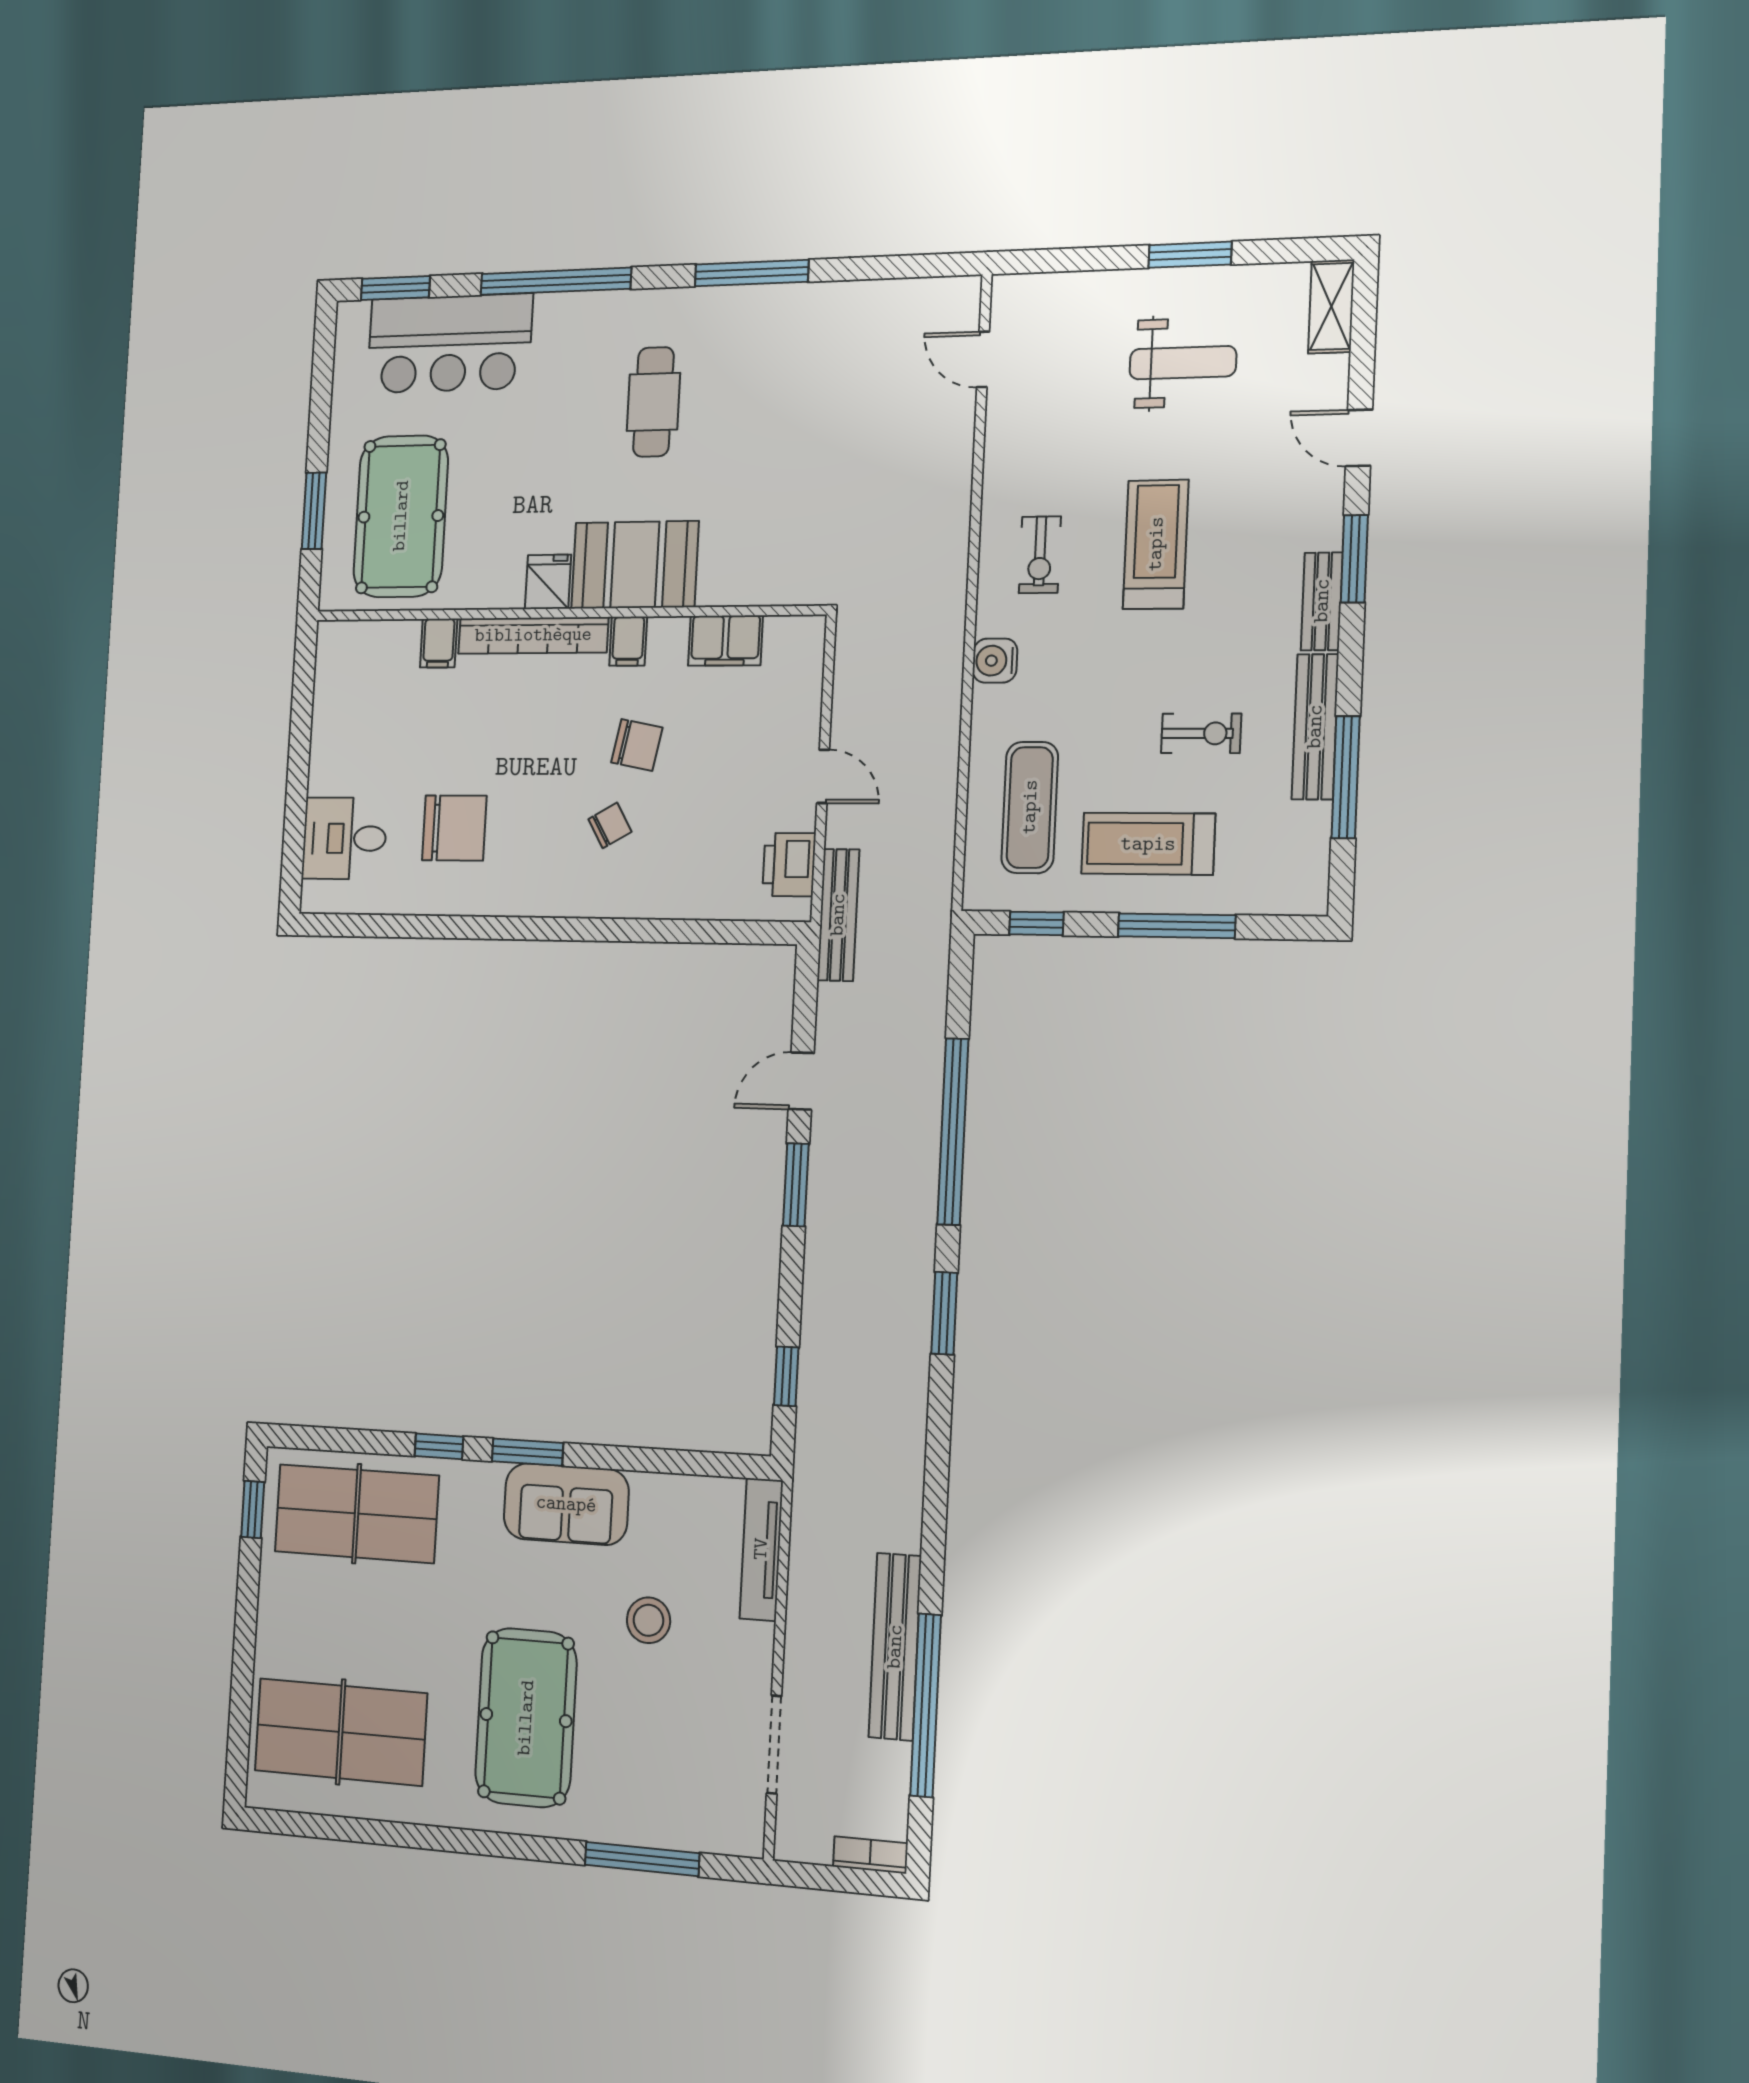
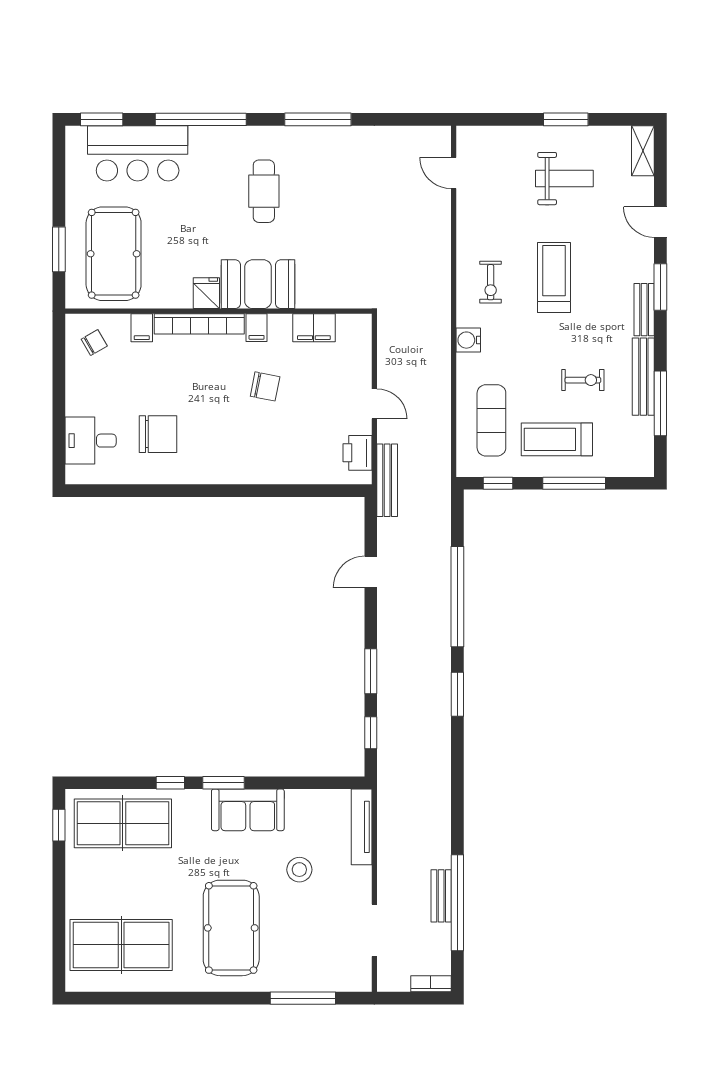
chair: (610, 825) -> (94, 343), moved
window: (796, 1185) -> (371, 671), moved
bench: (895, 1647) -> (441, 896), width x0.54, depth x0.82

